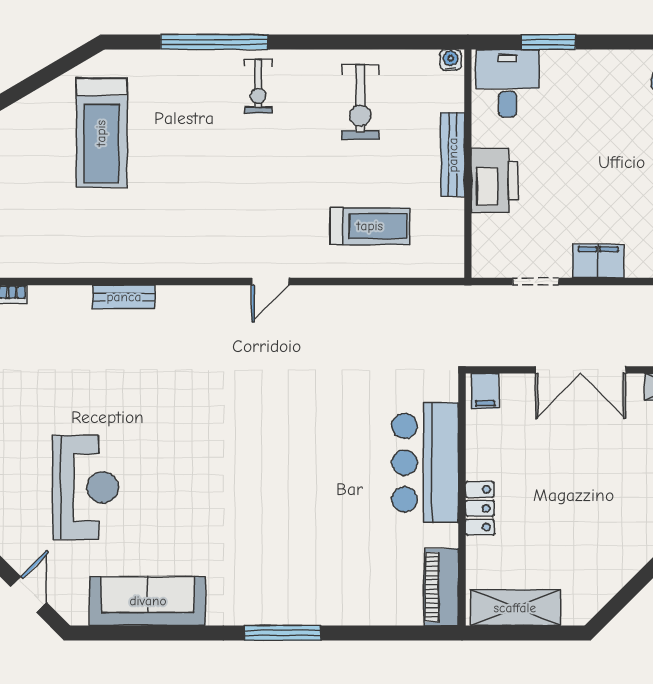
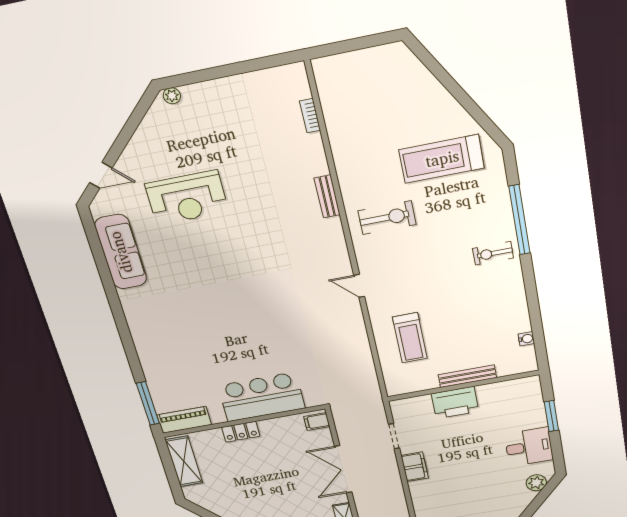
water cooler: (451, 60) -> (526, 339), moved
desk: (508, 83) -> (529, 447), moved
exercise bike: (360, 102) -> (387, 218), moved, turned 180
window: (283, 633) -> (148, 403), moved

